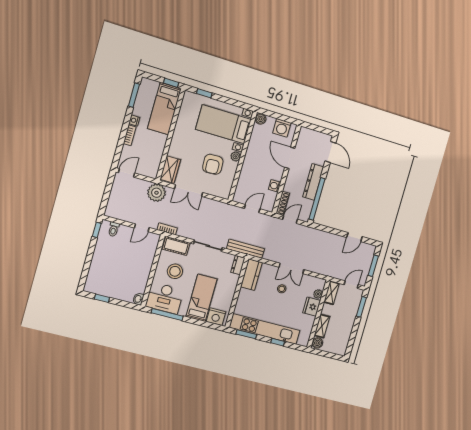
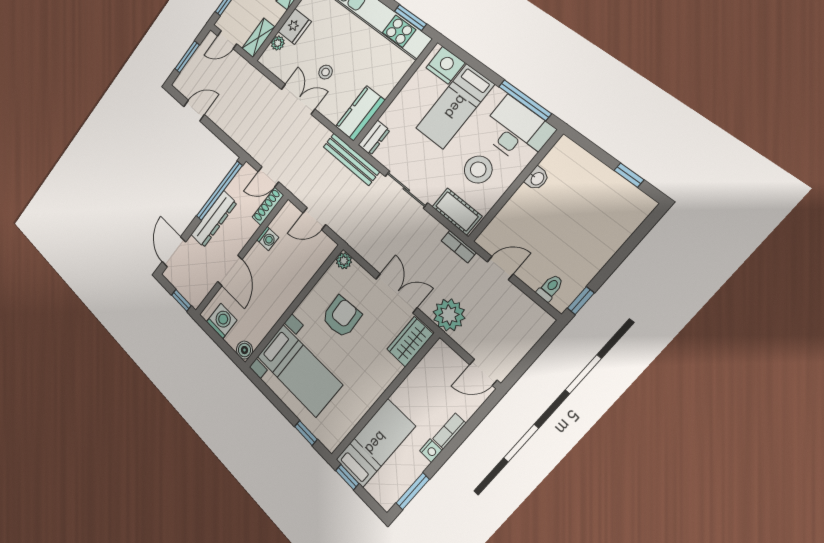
window: (313, 127) -> (181, 300), added
plant: (236, 156) -> (344, 261), moved
washbasin: (138, 299) -> (537, 178), moved

